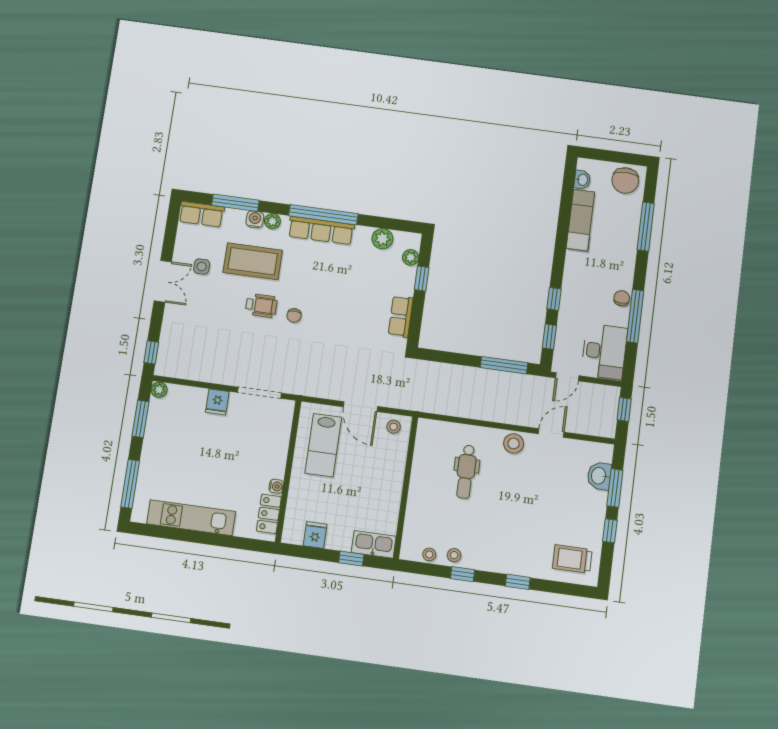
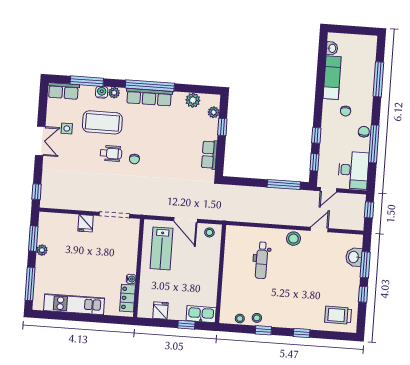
chair: (625, 181) -> (346, 111), moved, width x0.54, depth x0.54
plant: (159, 390) -> (42, 250), moved

